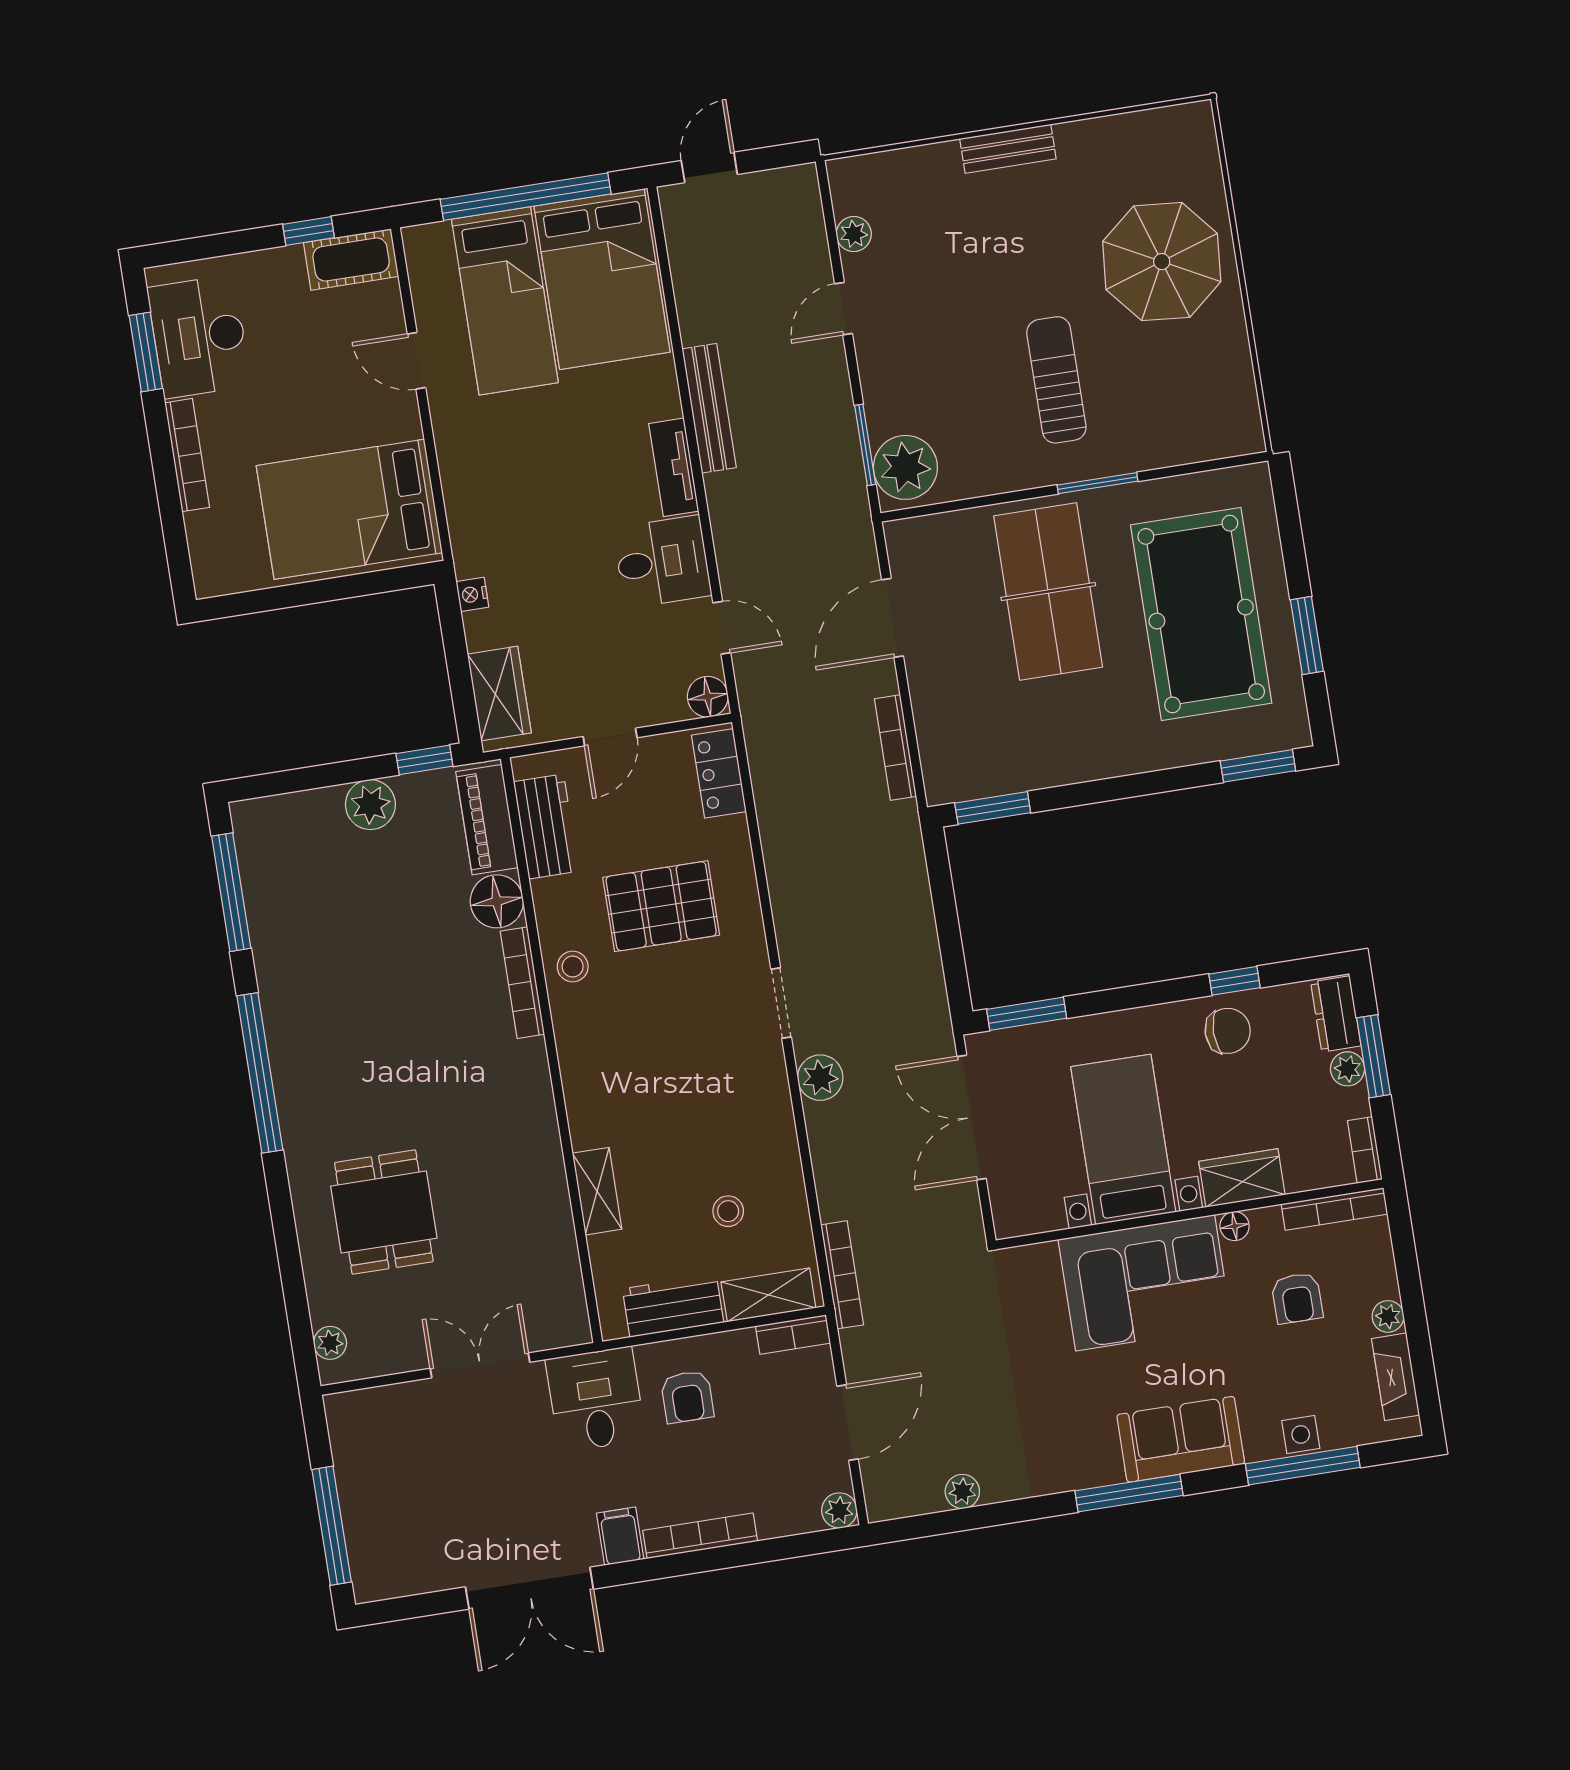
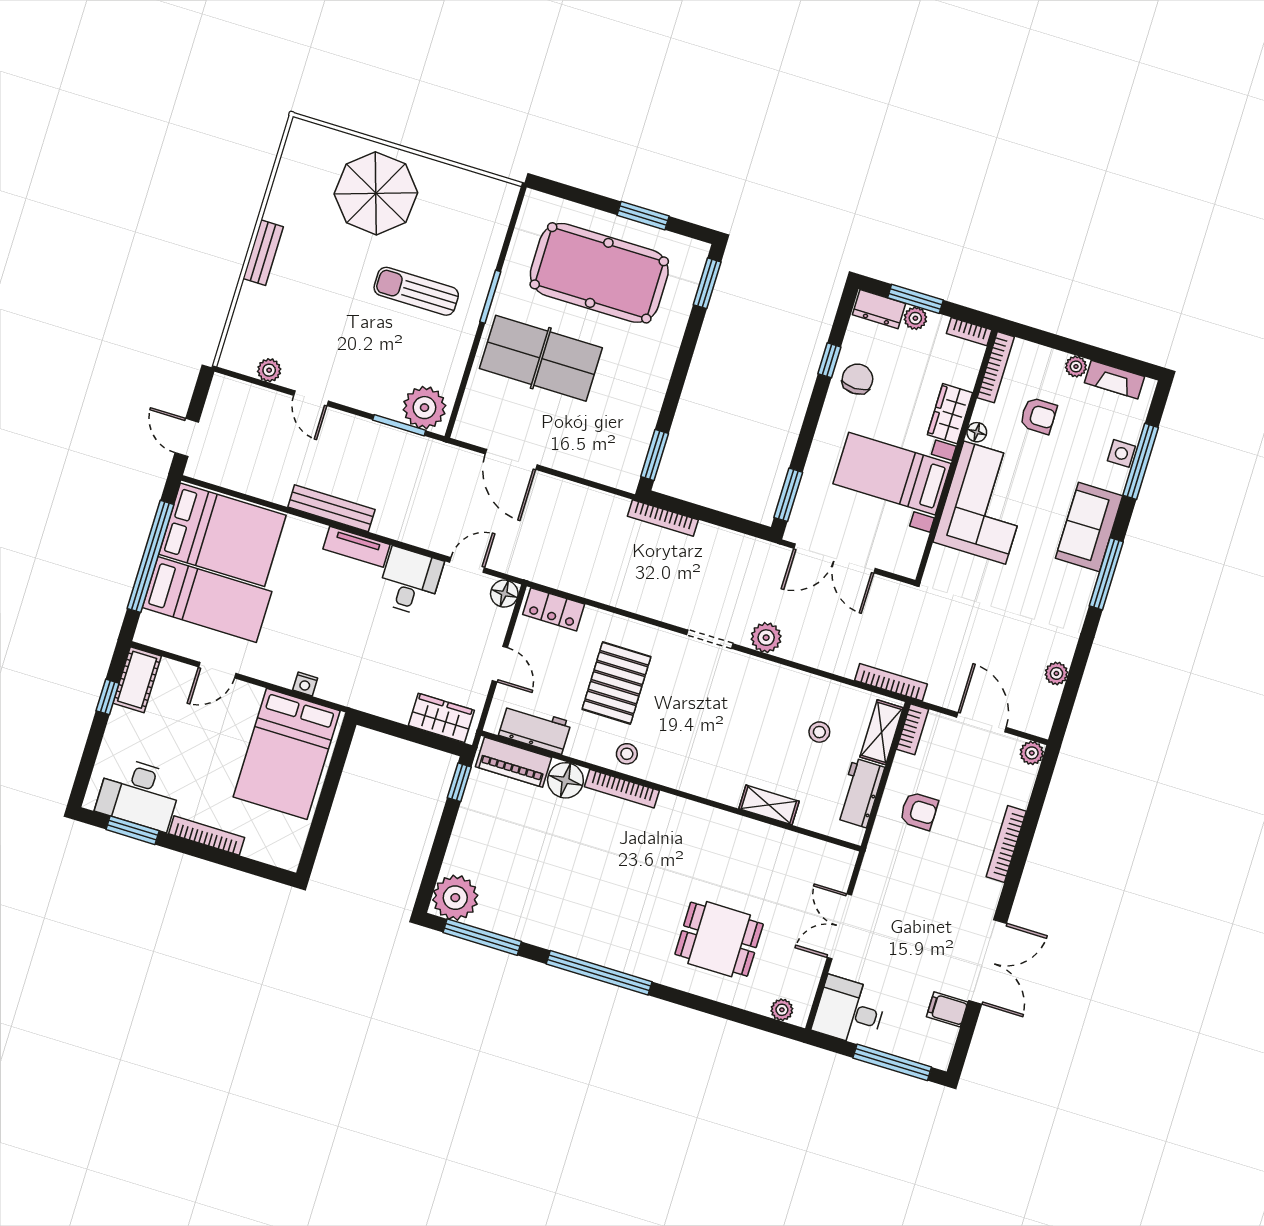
nightstand: (472, 594) -> (305, 684), moved
bookcase: (895, 748) -> (663, 518), moved
plant: (370, 805) -> (455, 898), moved, width x1.36, depth x1.36
desk: (596, 1399) -> (850, 1011), moved
filing cabinet: (620, 1536) -> (947, 1009), moved

